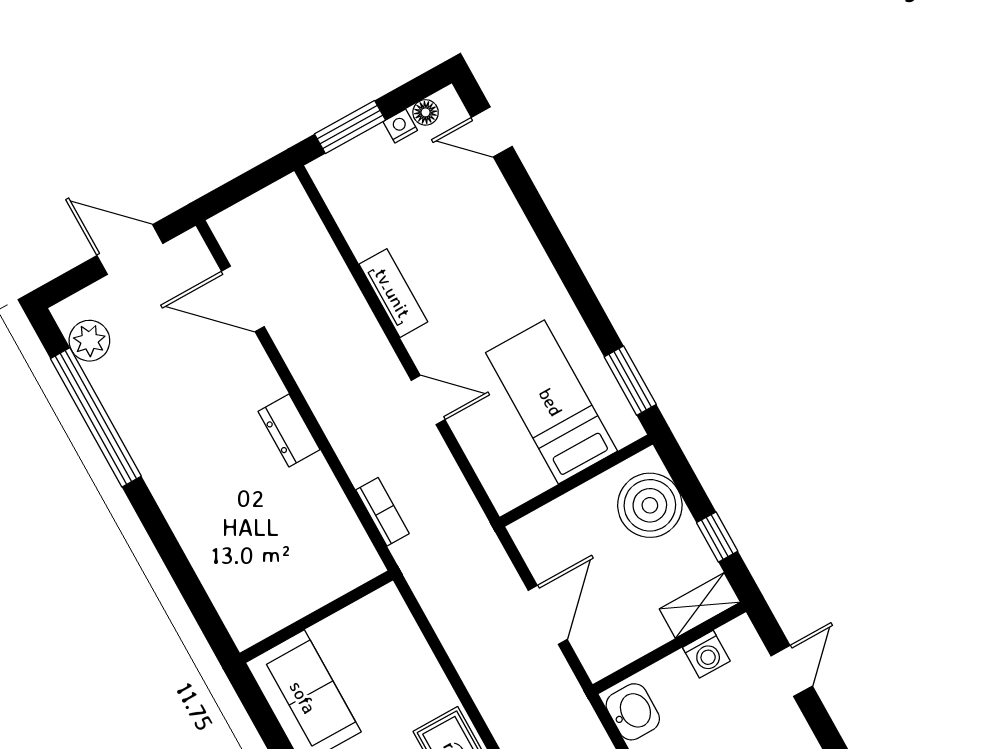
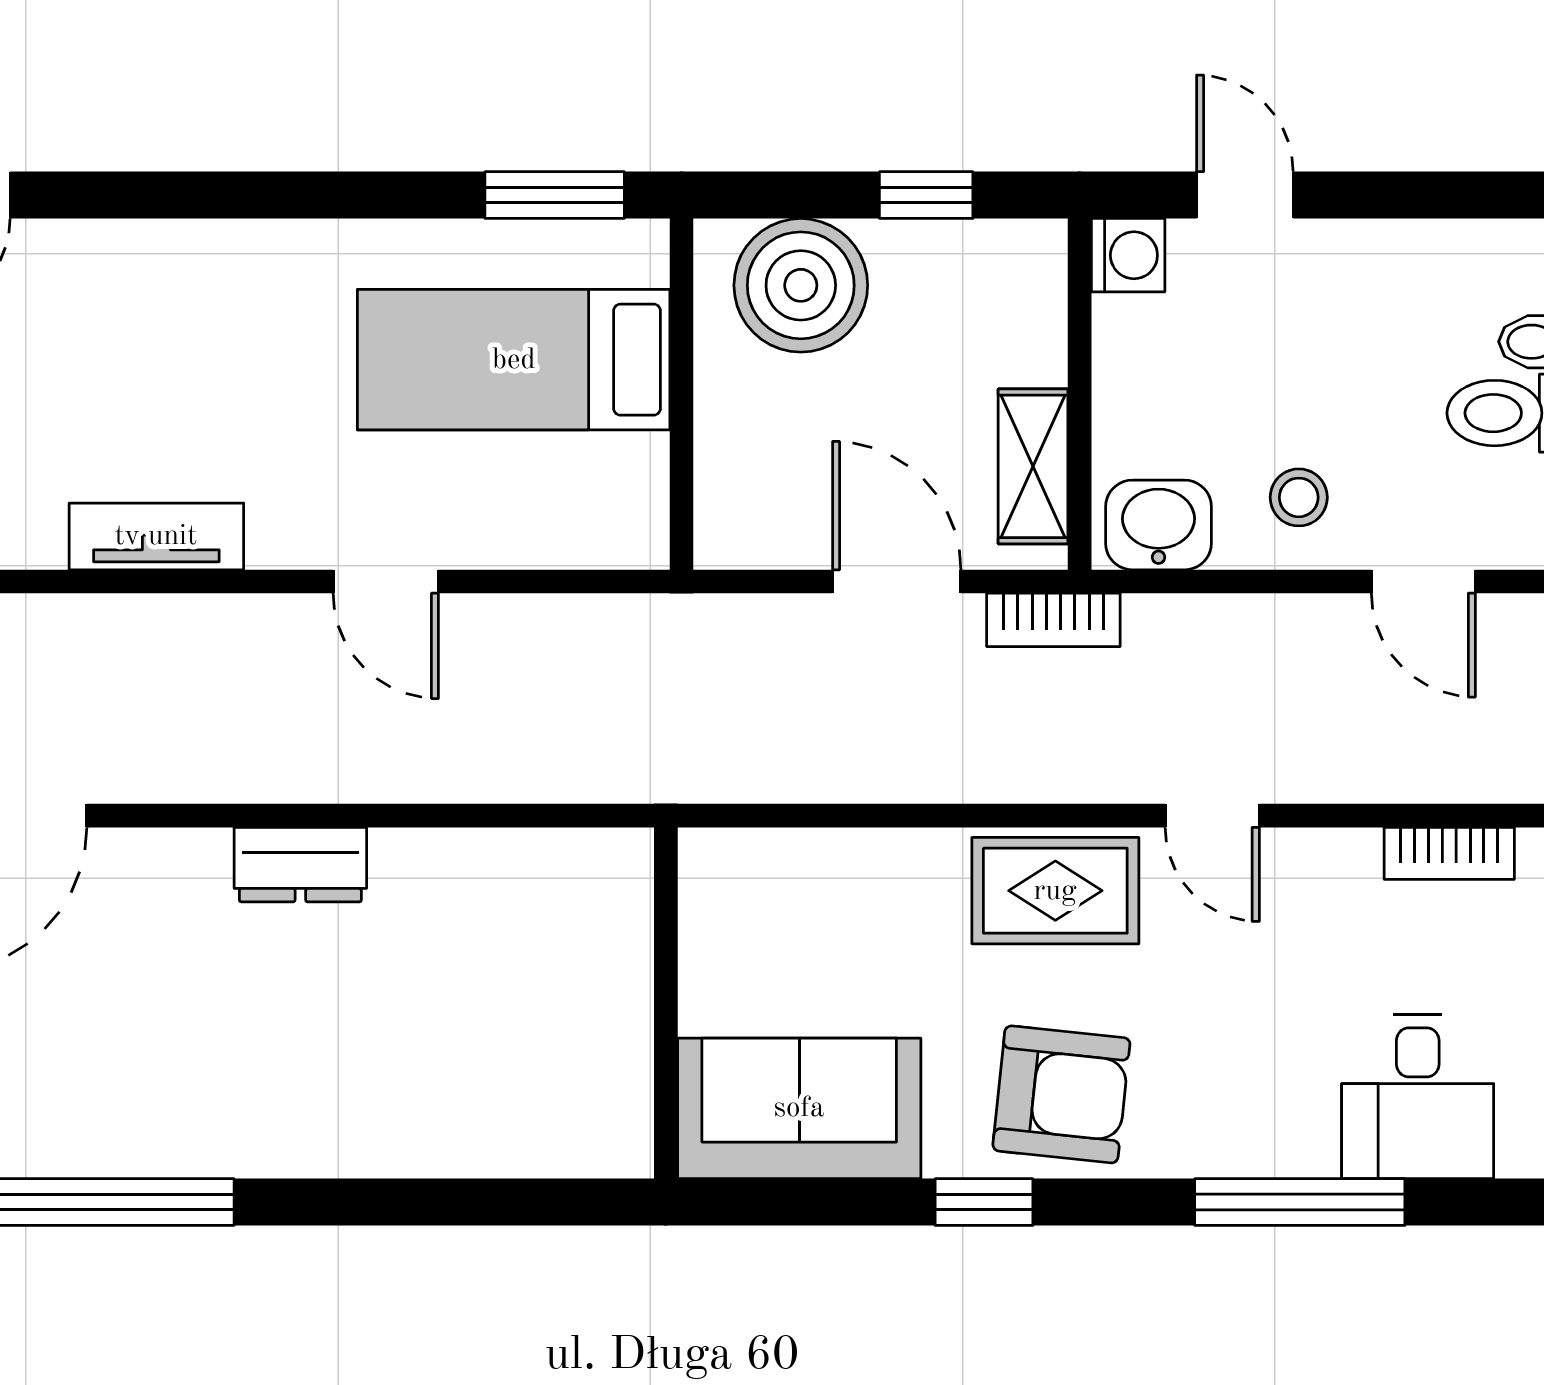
door: (428, 400) -> (386, 581), swing flipped
bookcase: (382, 512) -> (1053, 620), moved, turned 180
shelving: (700, 605) -> (1033, 466), moved
washing machine: (706, 654) -> (1128, 255), moved

